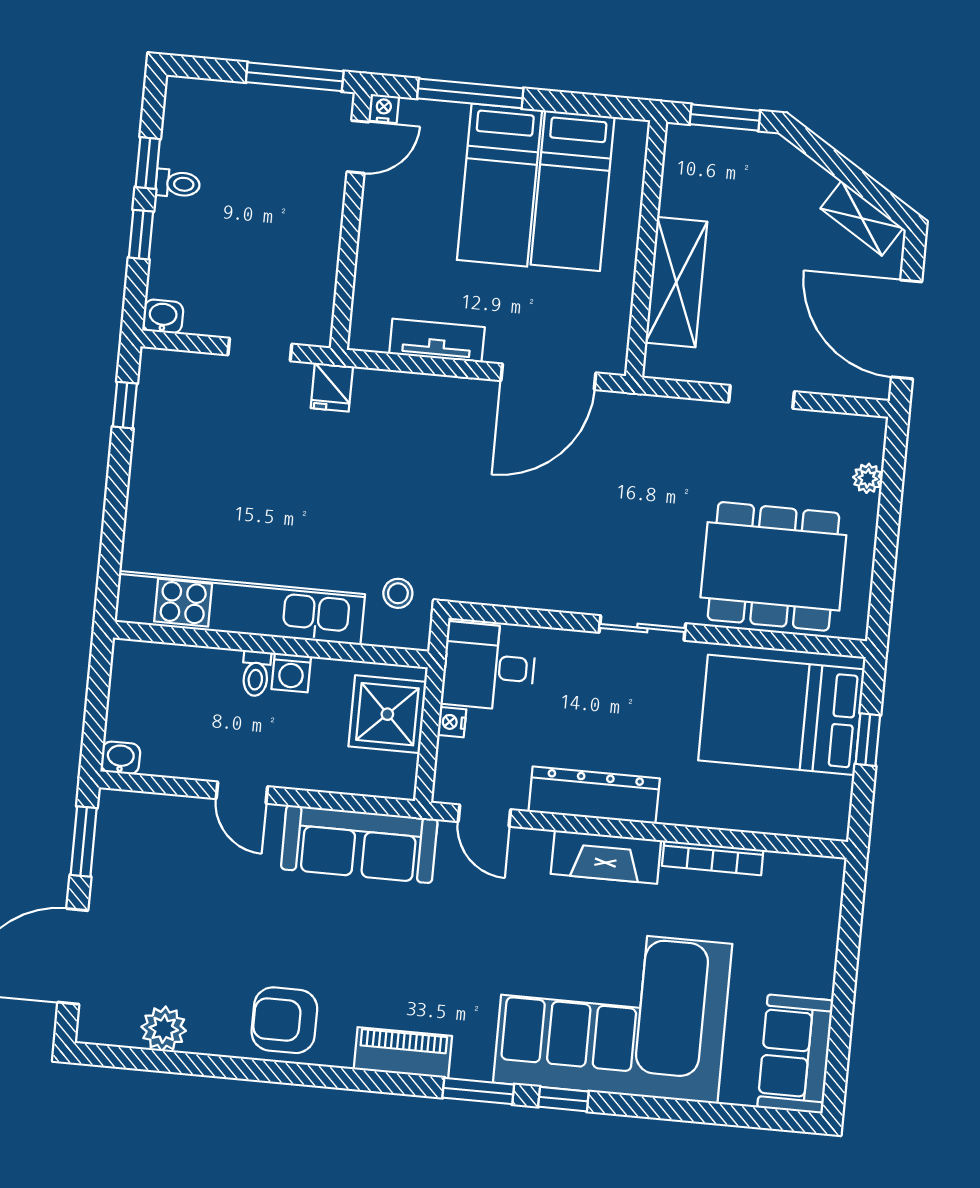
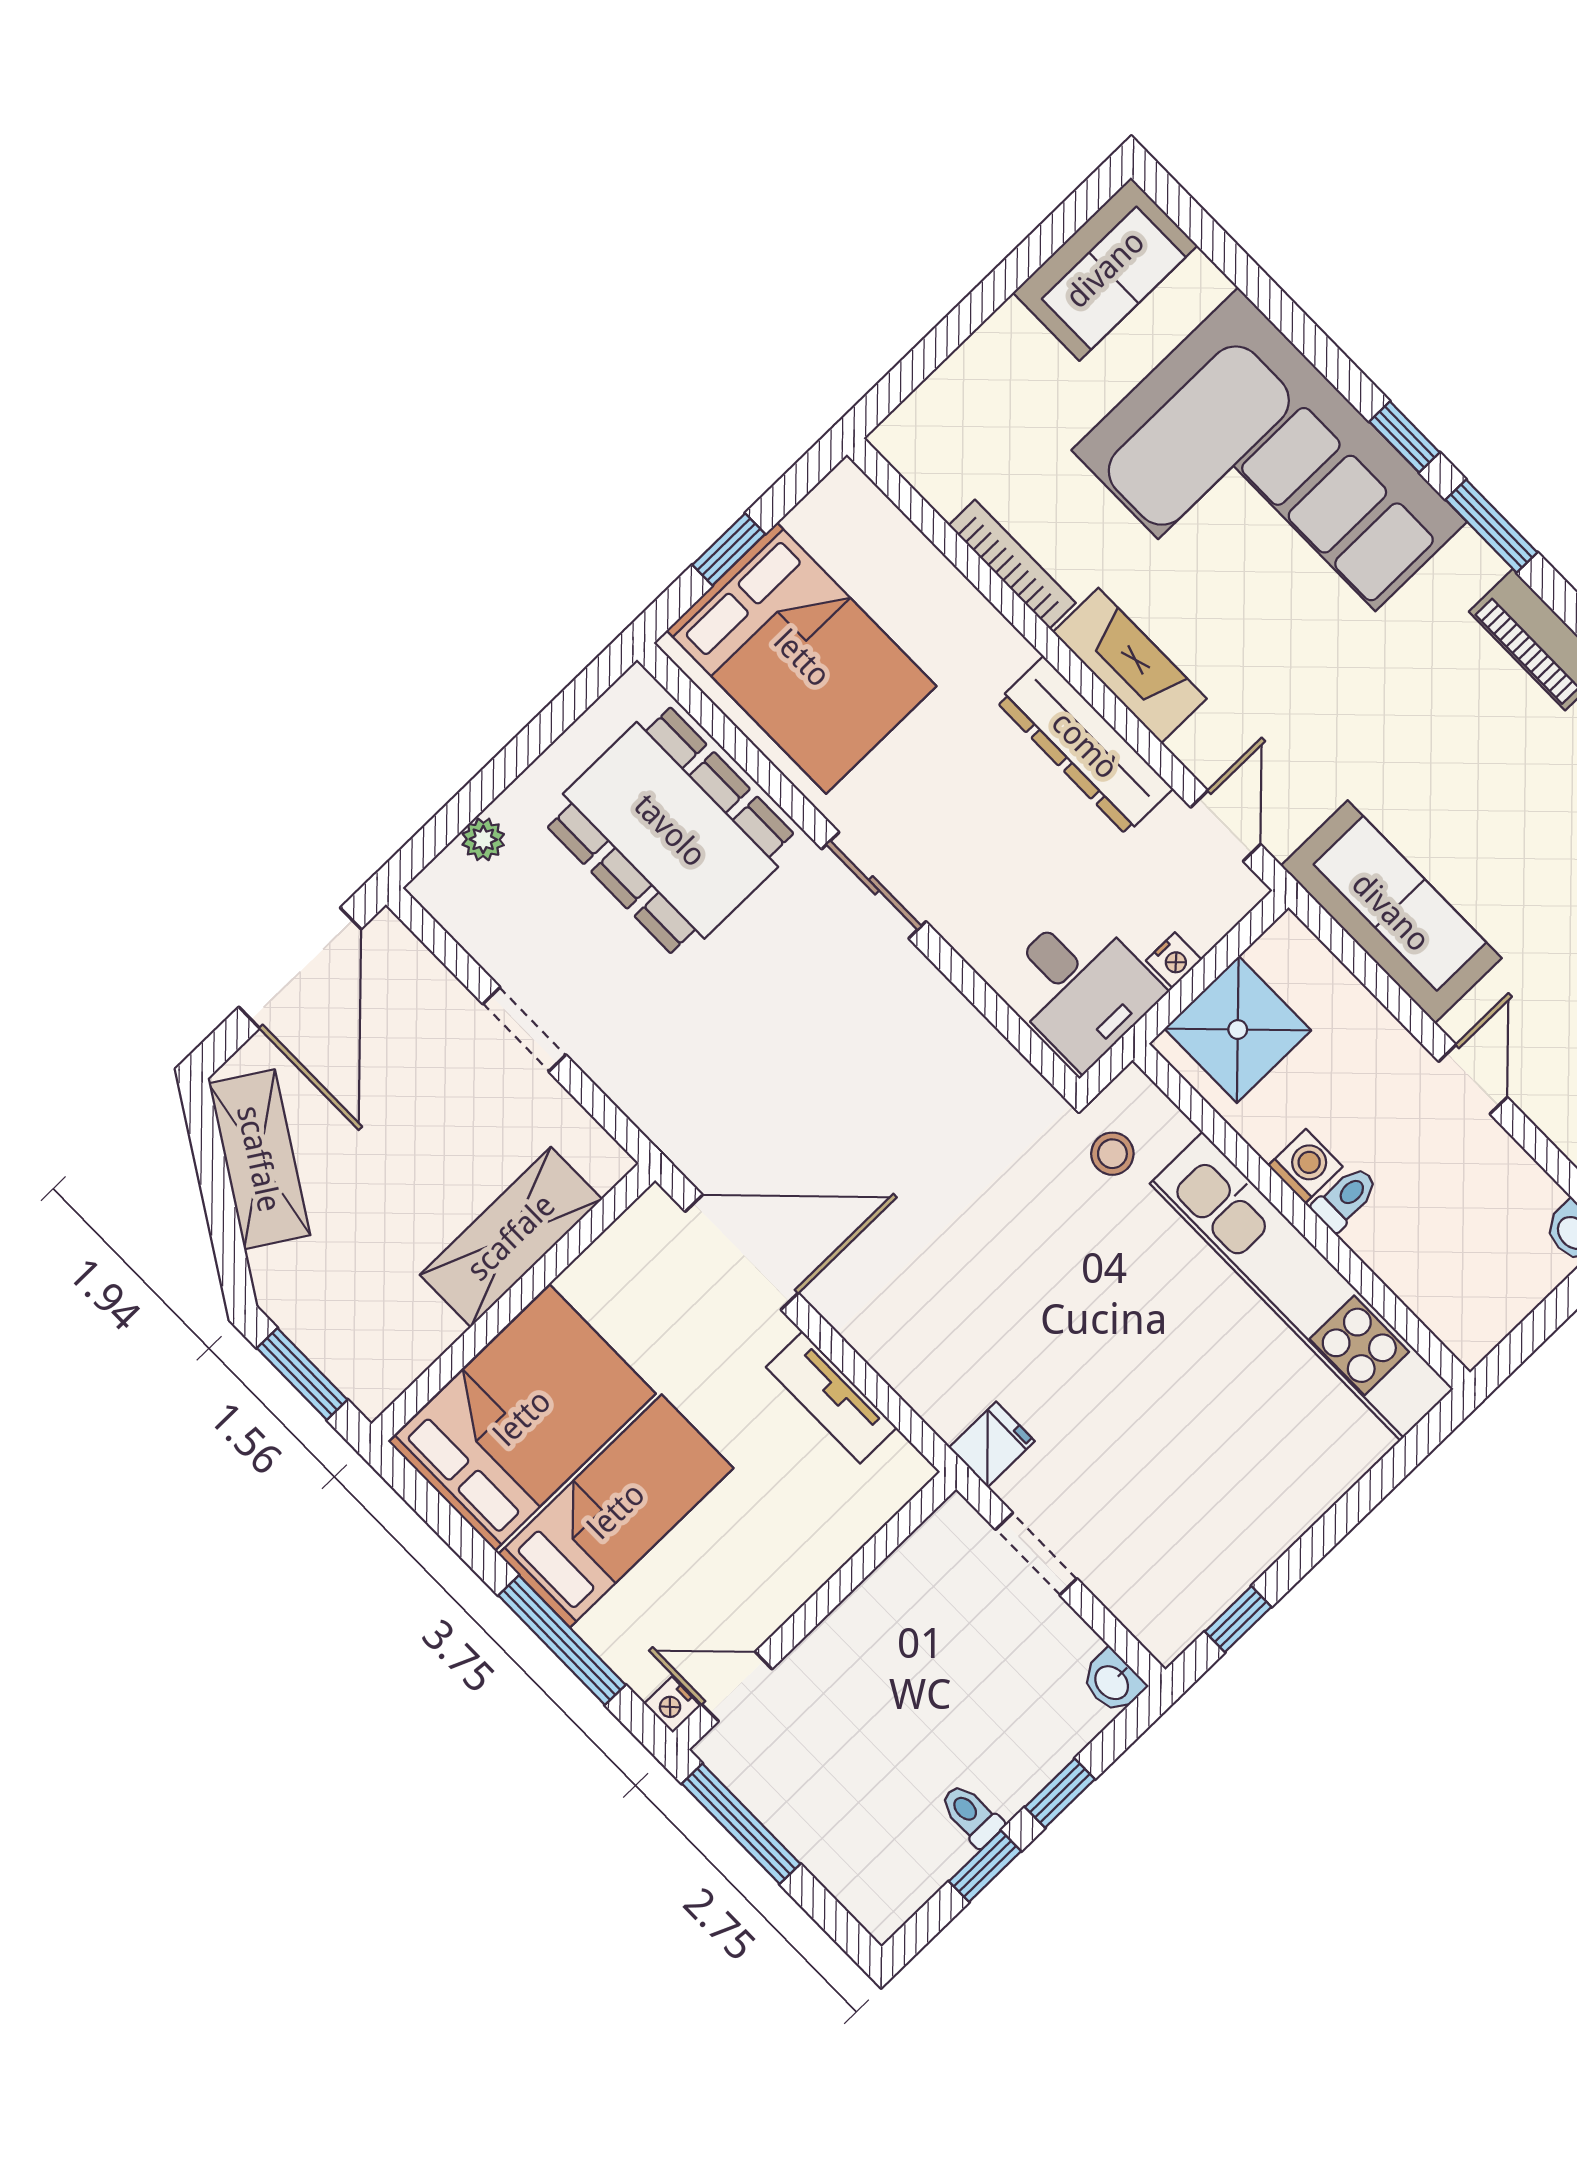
bed: (573, 191) -> (522, 1418), width x1.50
shelving: (862, 218) -> (259, 1159), width x1.50, depth x1.33

